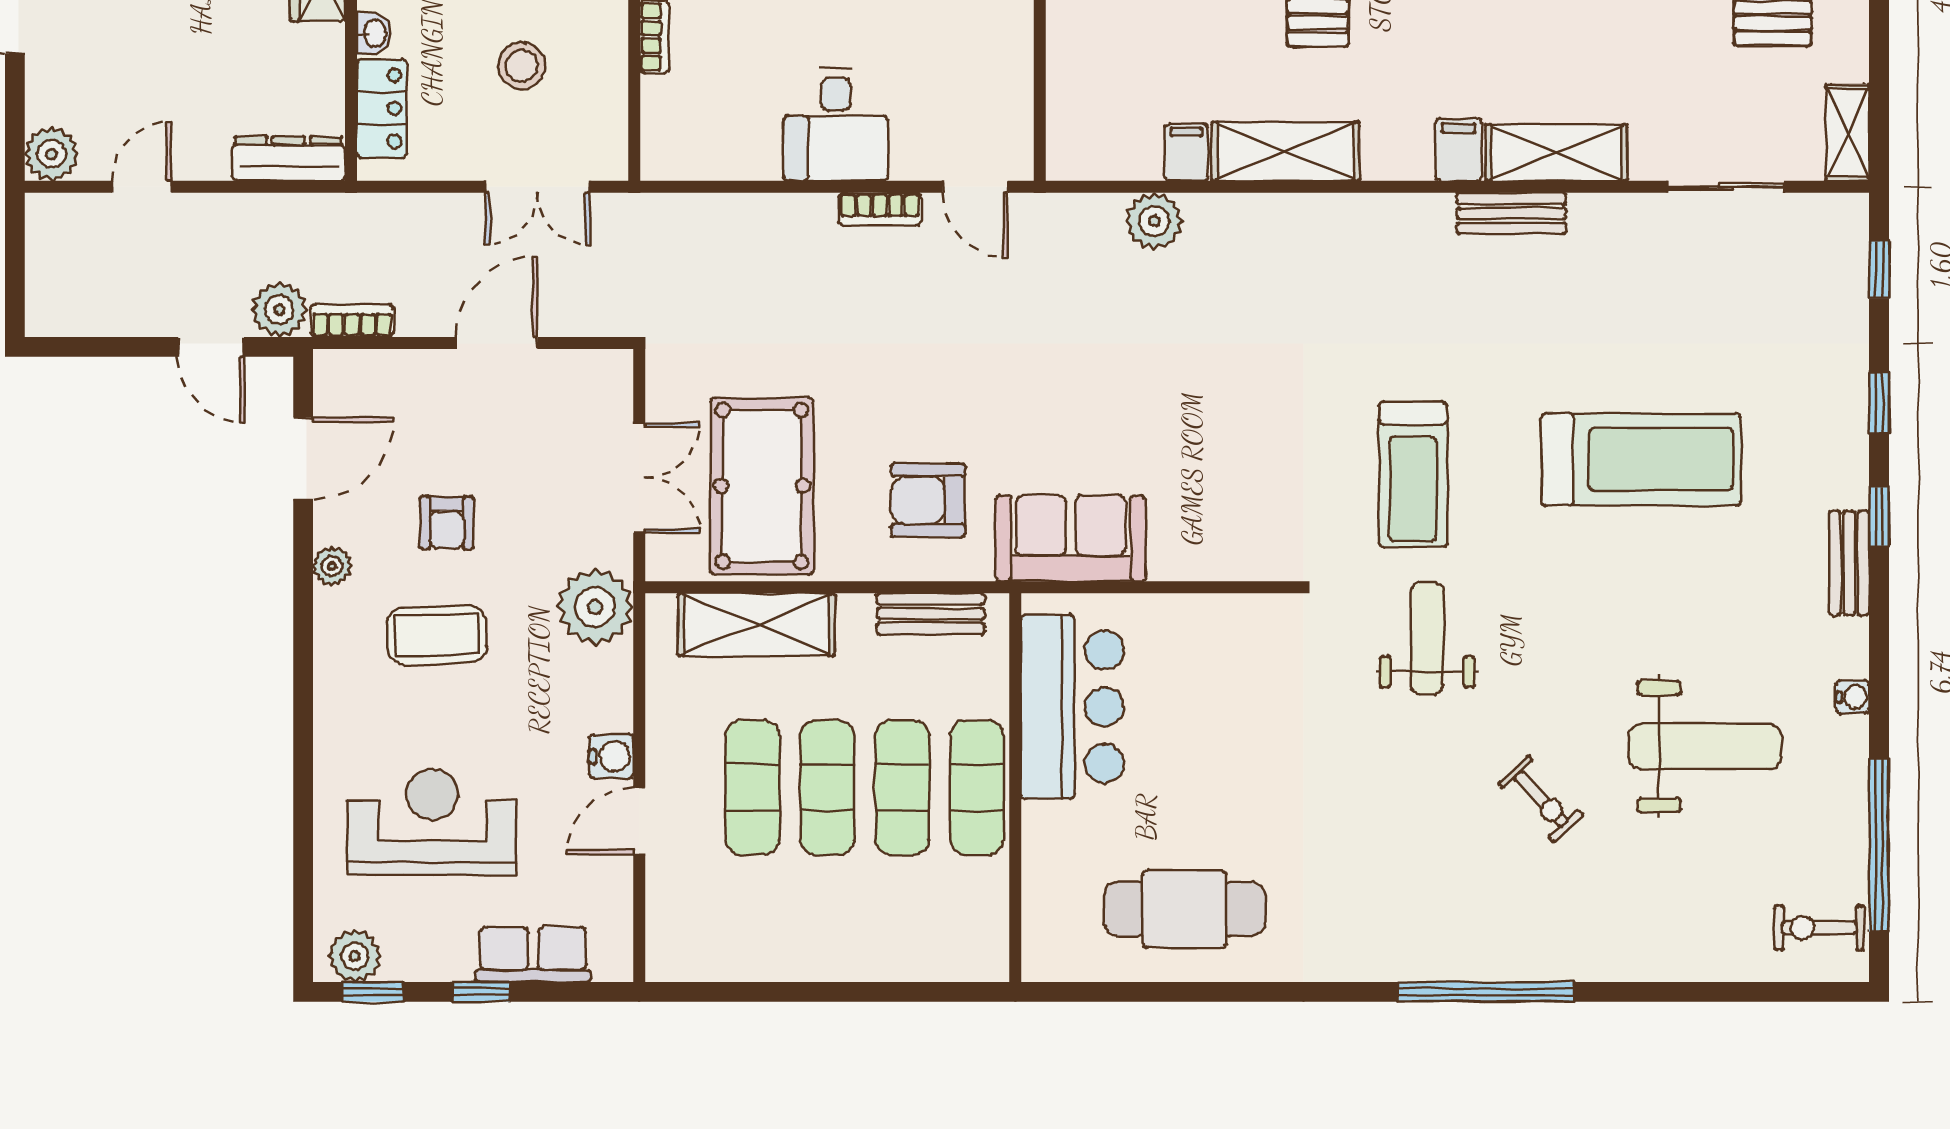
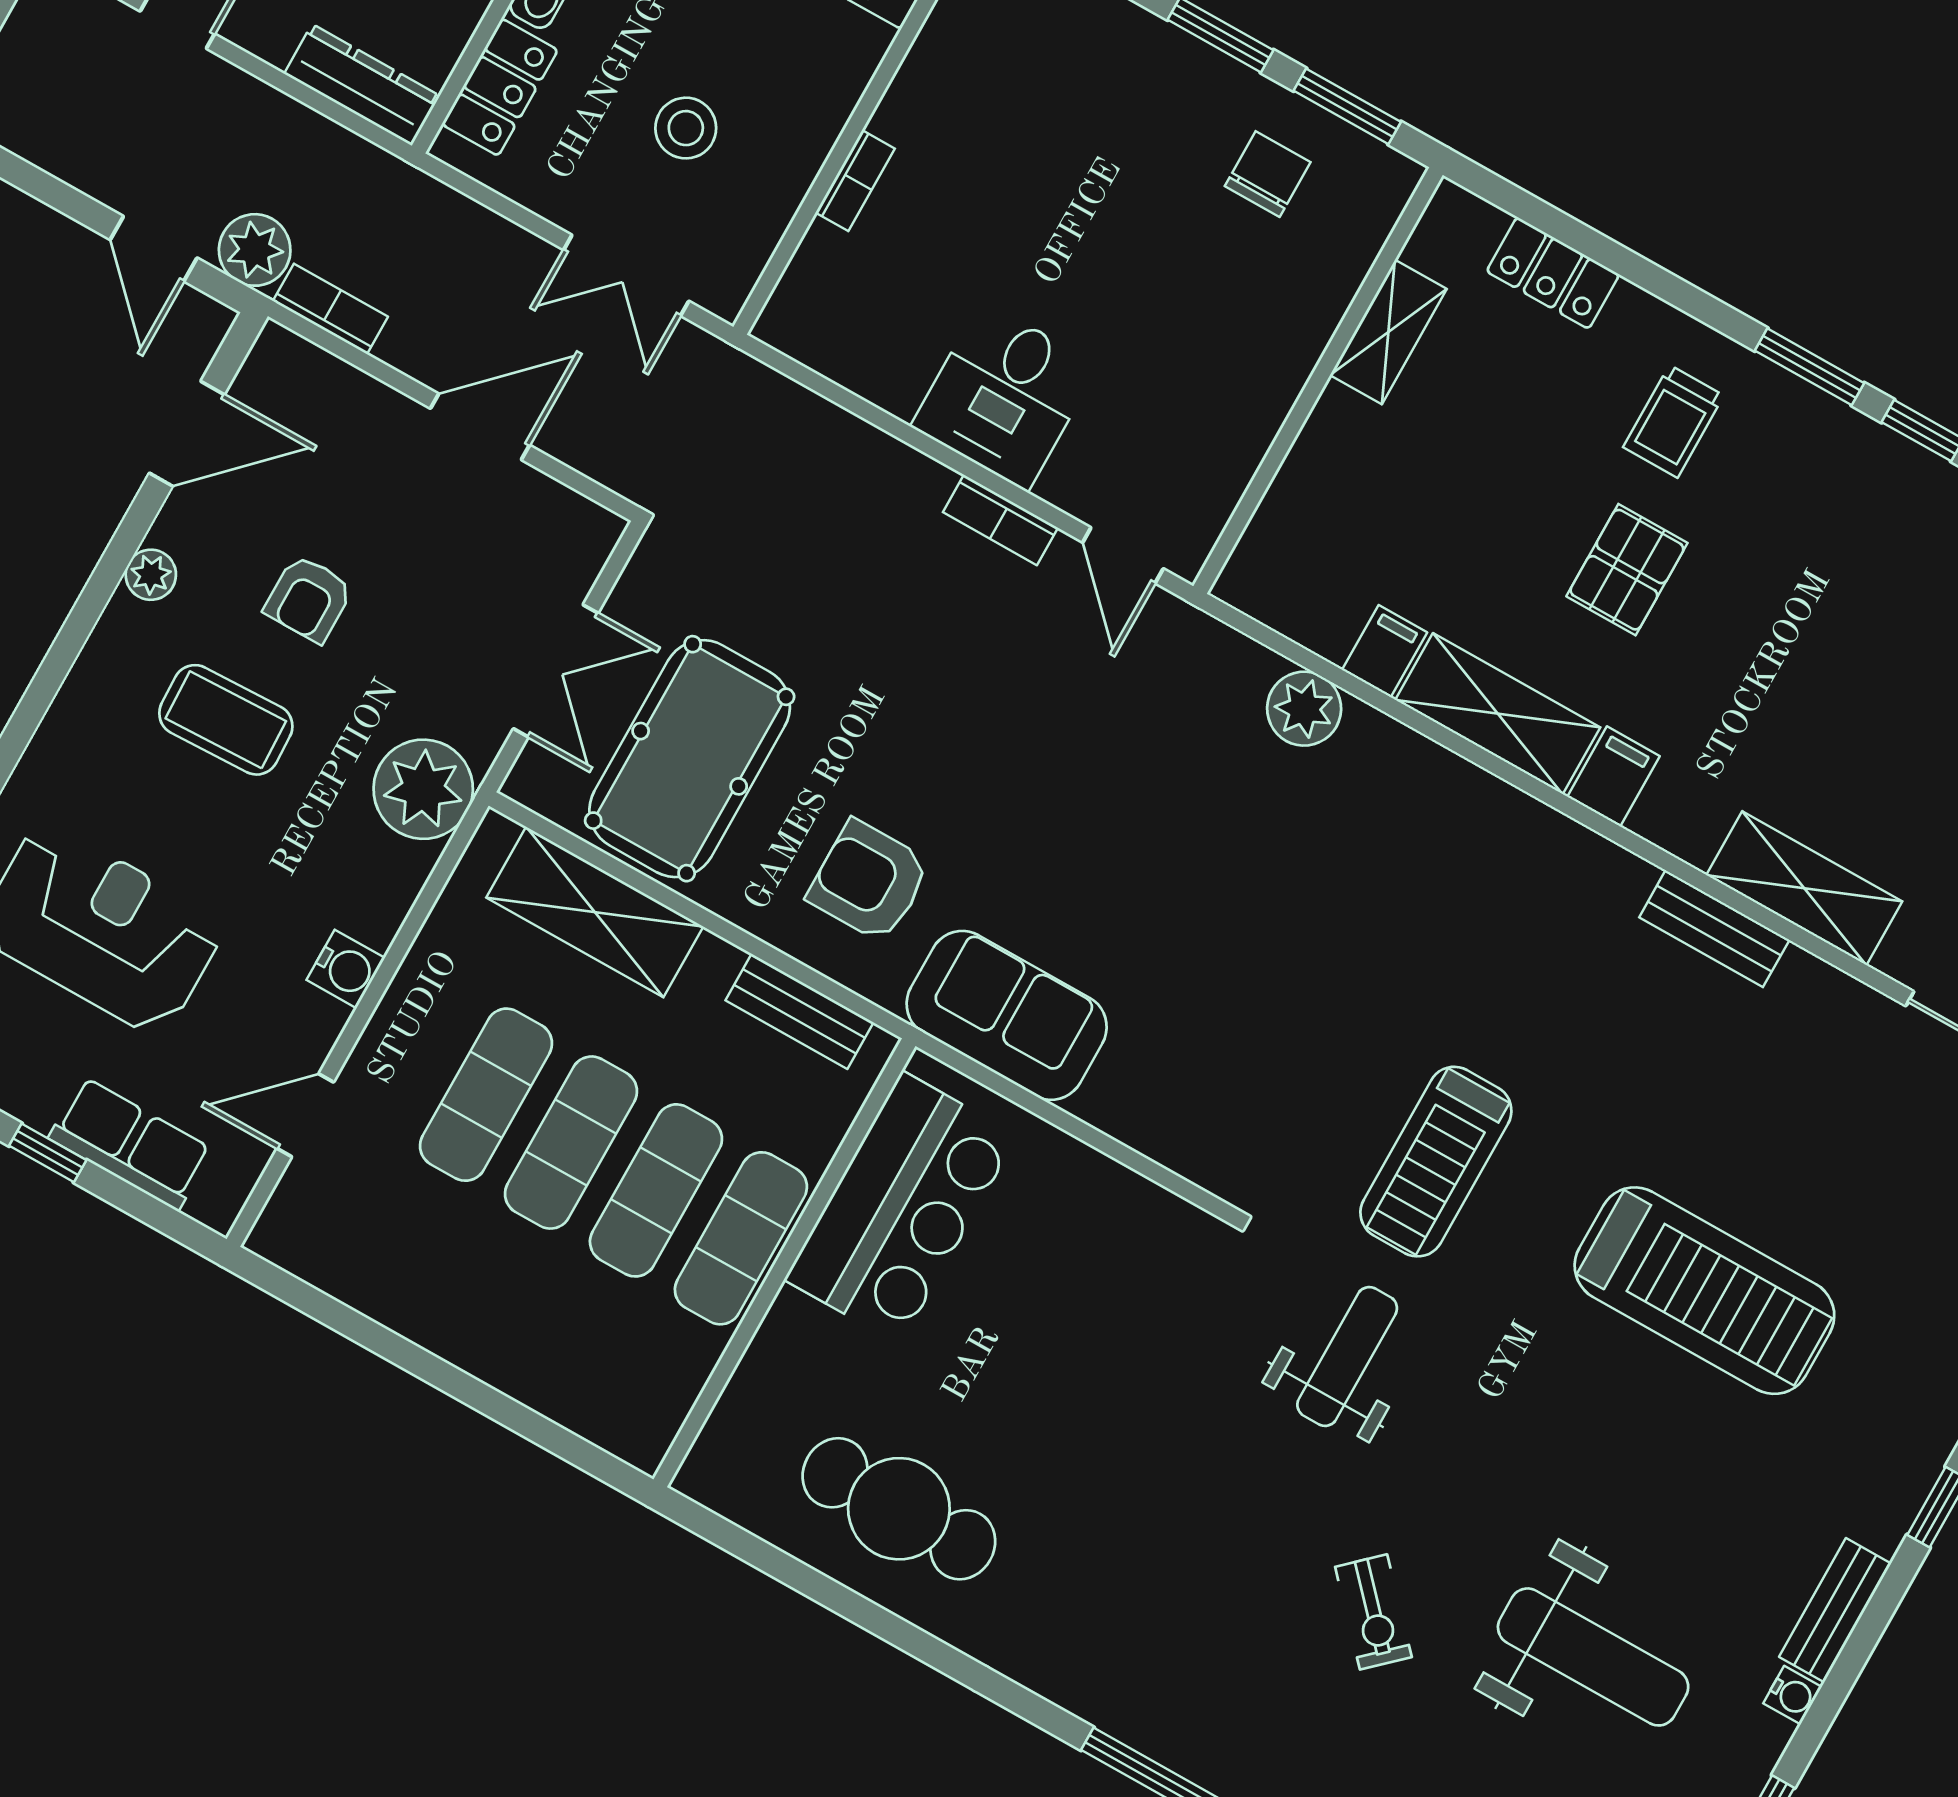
filing cabinet: (1459, 150) -> (1613, 776), moved
bench: (1849, 563) -> (1835, 1610), moved
door: (639, 821) -> (305, 1115), moved

